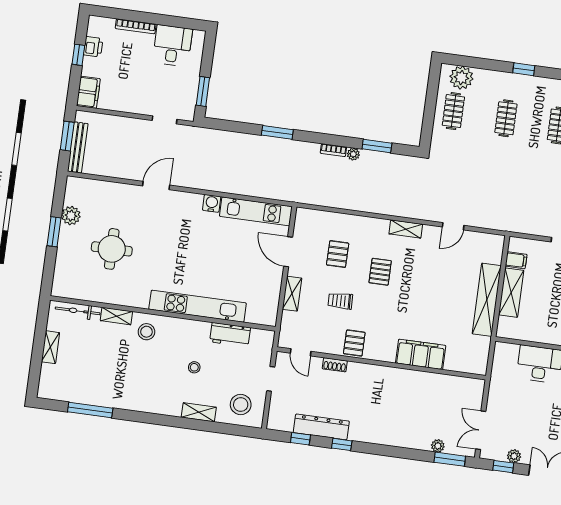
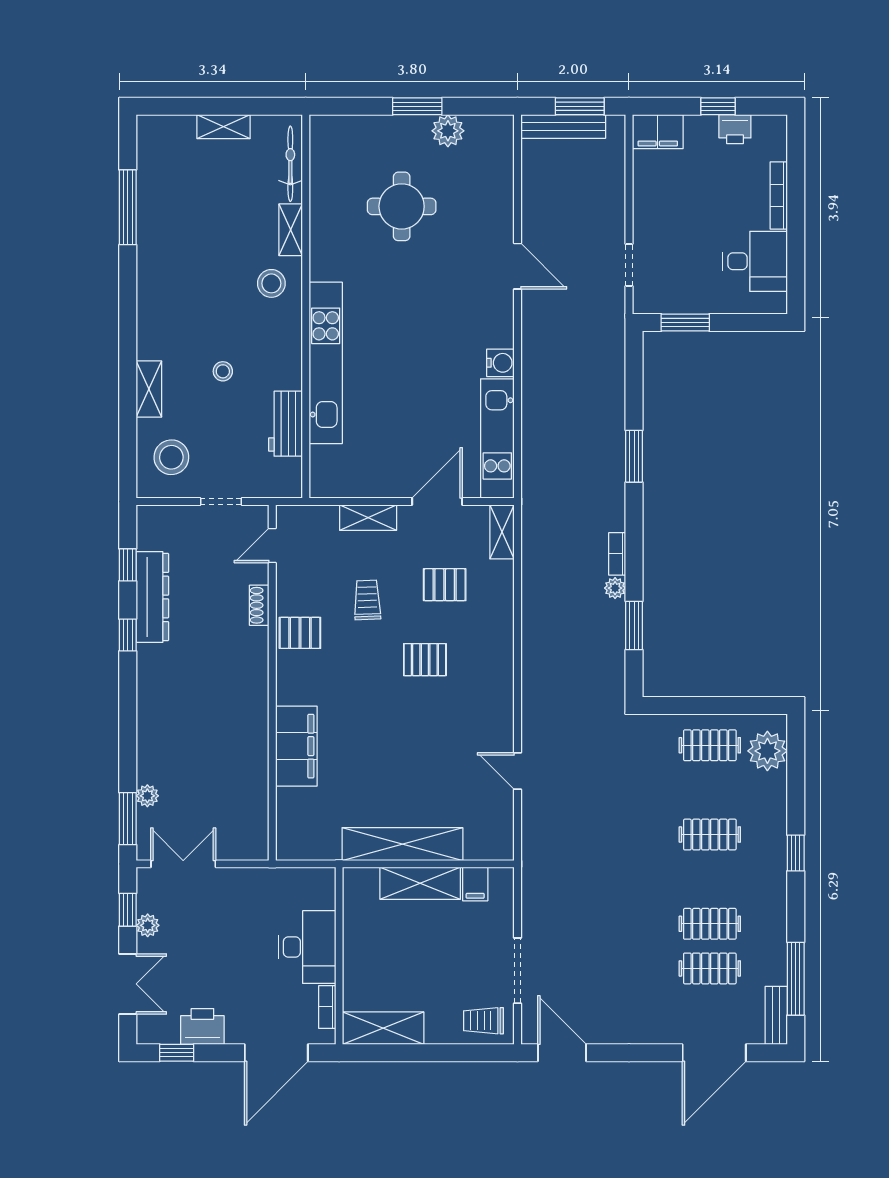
shelving: (406, 229) -> (502, 532), moved

